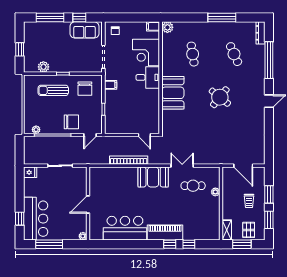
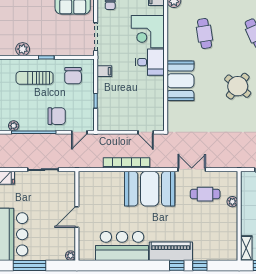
booth: (153, 177) -> (150, 189), width x1.36, depth x1.42

